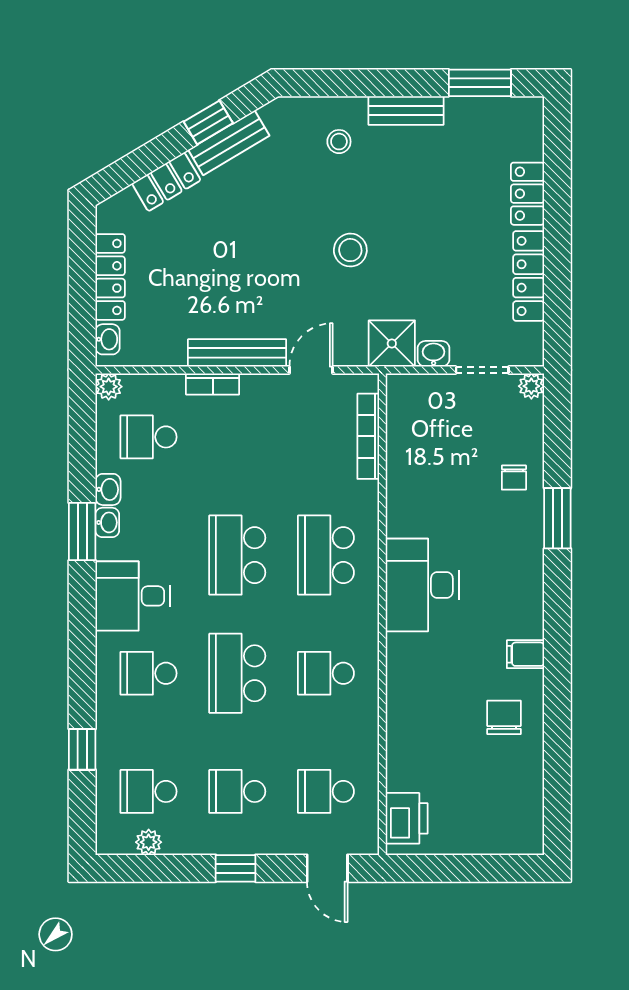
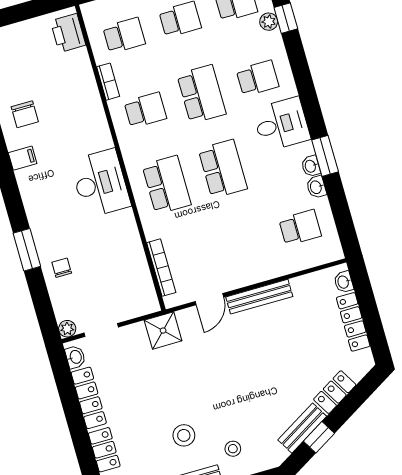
stool: (350, 250) -> (184, 435), moved
washbasin: (434, 354) -> (75, 357), moved, turned -90
bookcase: (213, 384) -> (108, 82), moved, turned 90
plant: (109, 387) -> (269, 22), moved

